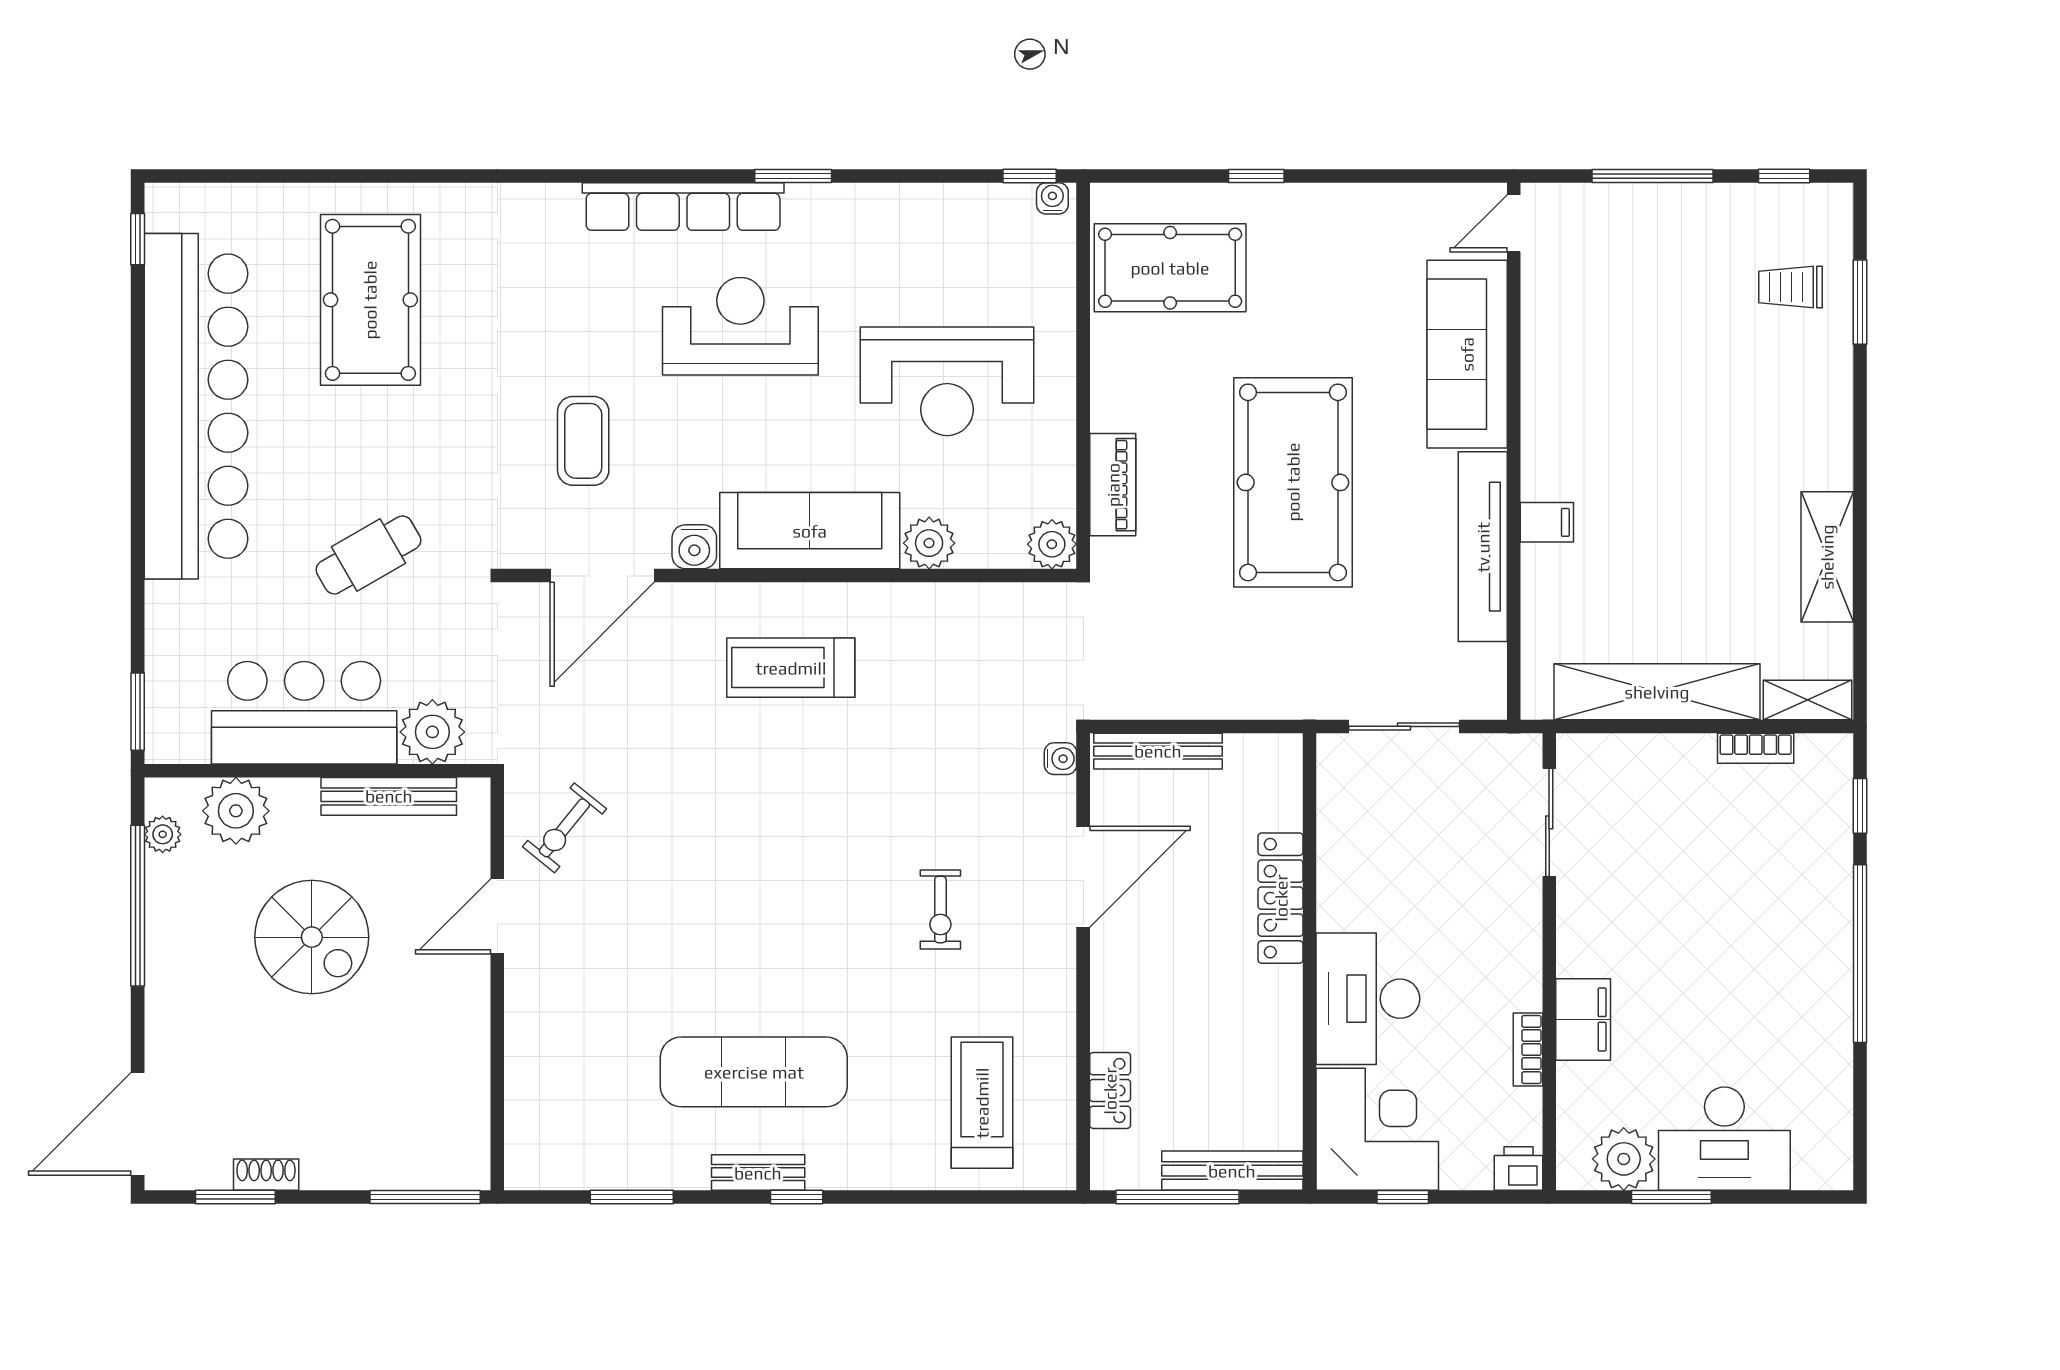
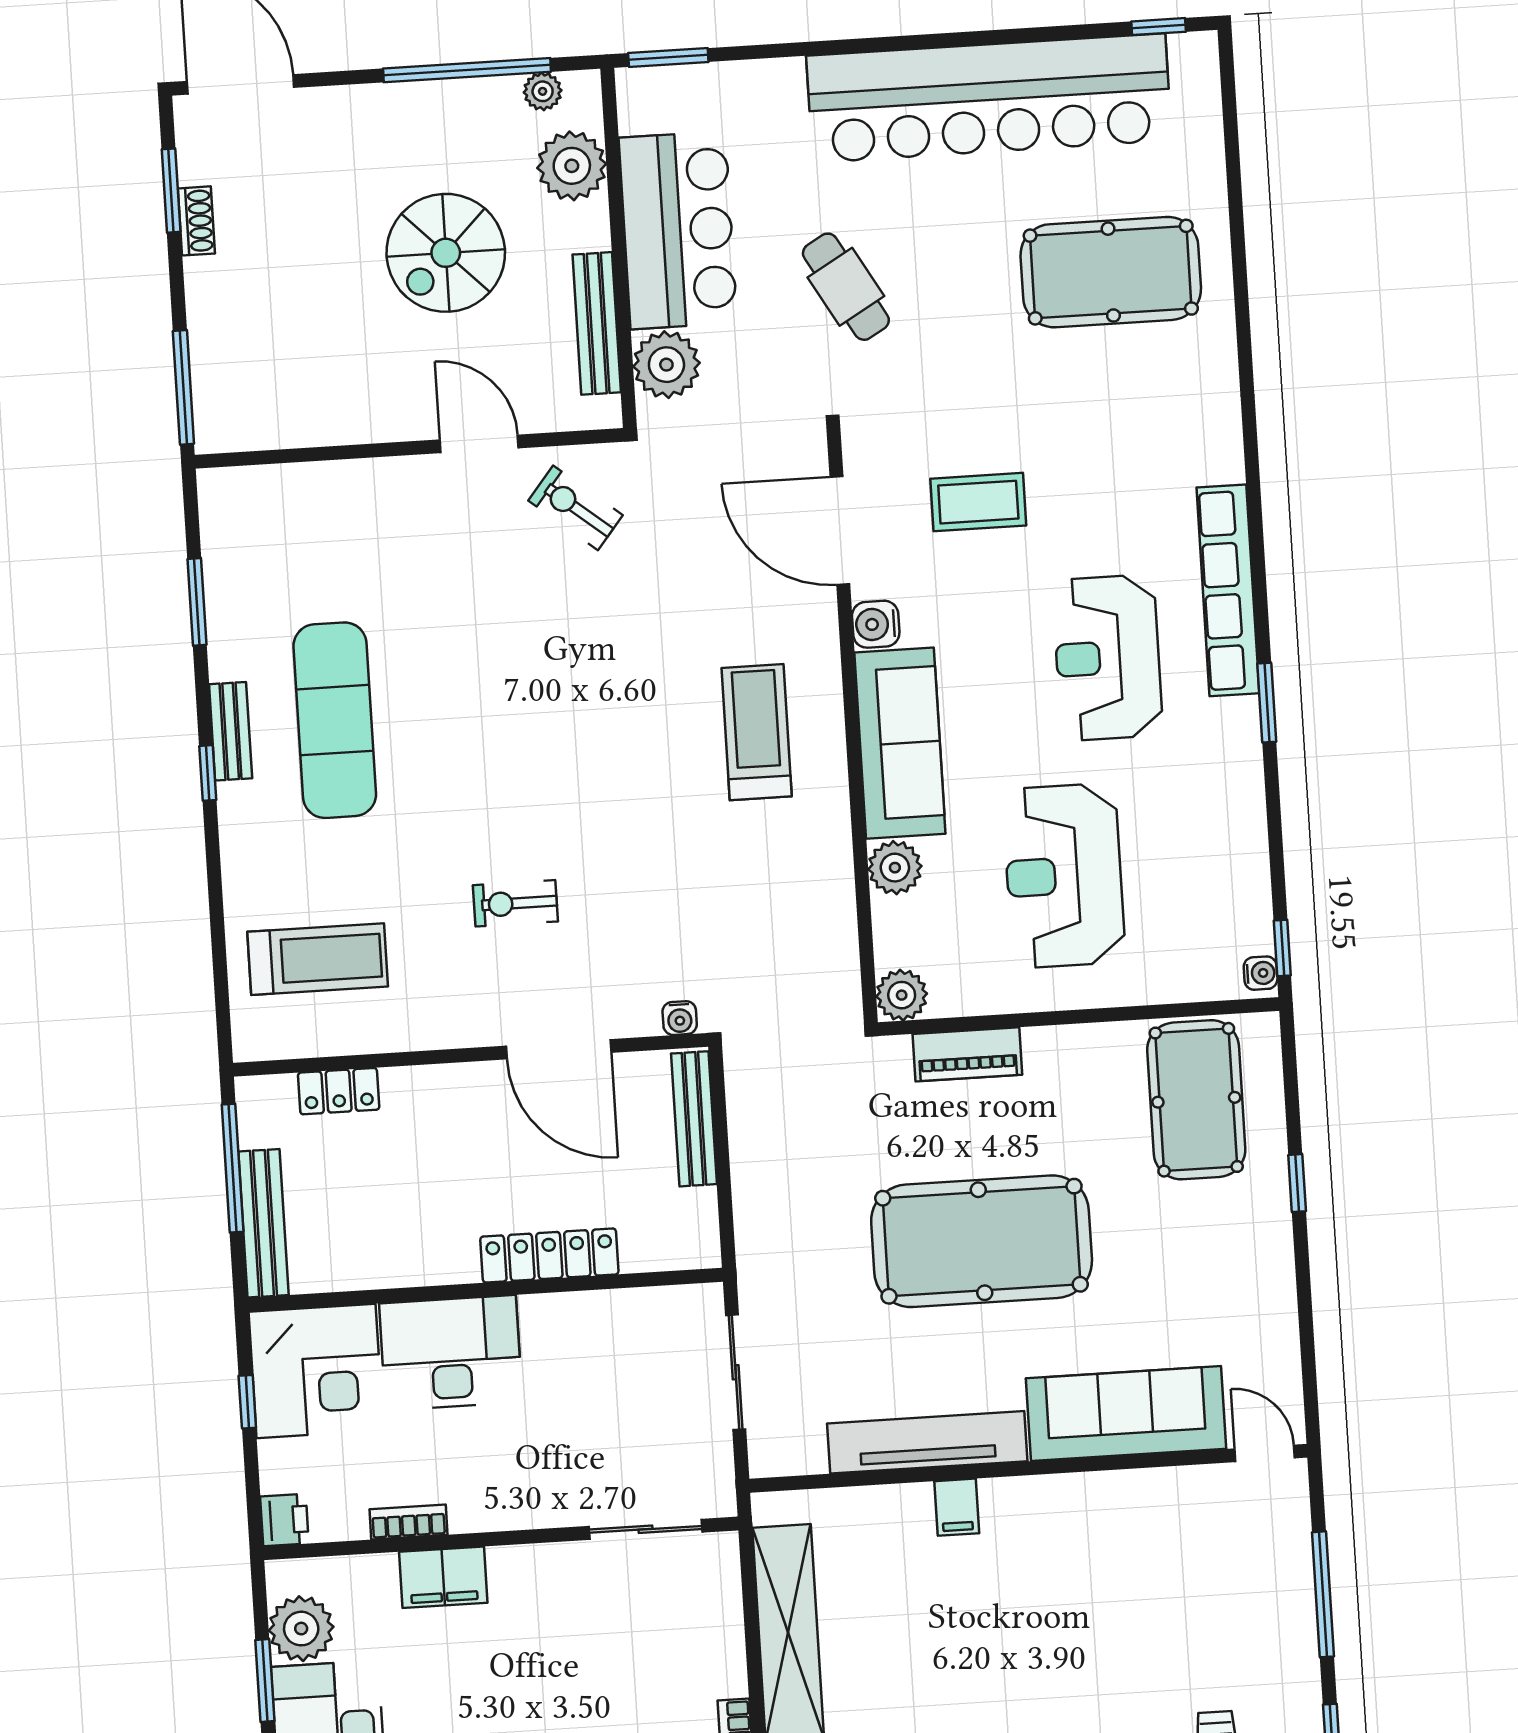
reception desk: (740, 326) -> (1108, 658), turned 180

